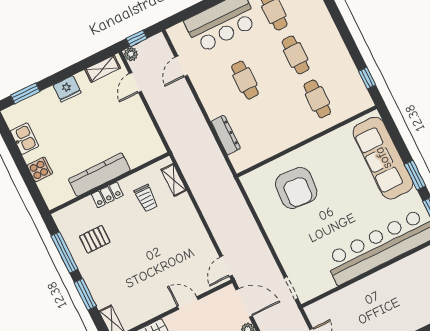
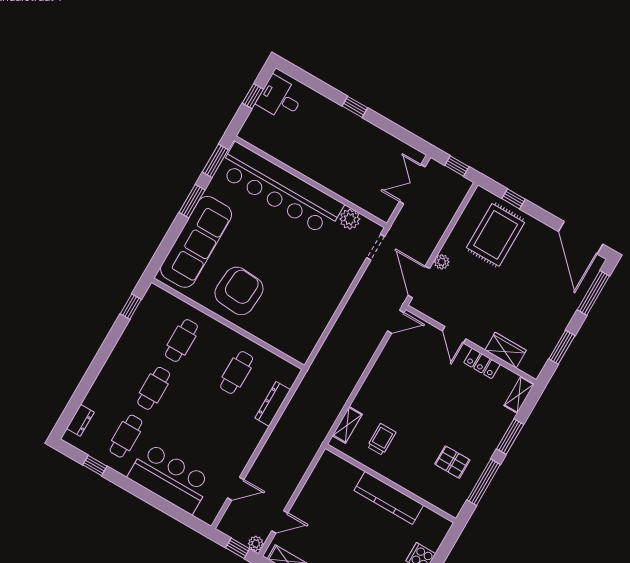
cafe table: (245, 80) -> (237, 372), moved
armchair: (296, 188) -> (239, 291), moved
locker: (107, 195) -> (482, 363), moved, turned 180
plant: (324, 283) -> (350, 219), added

